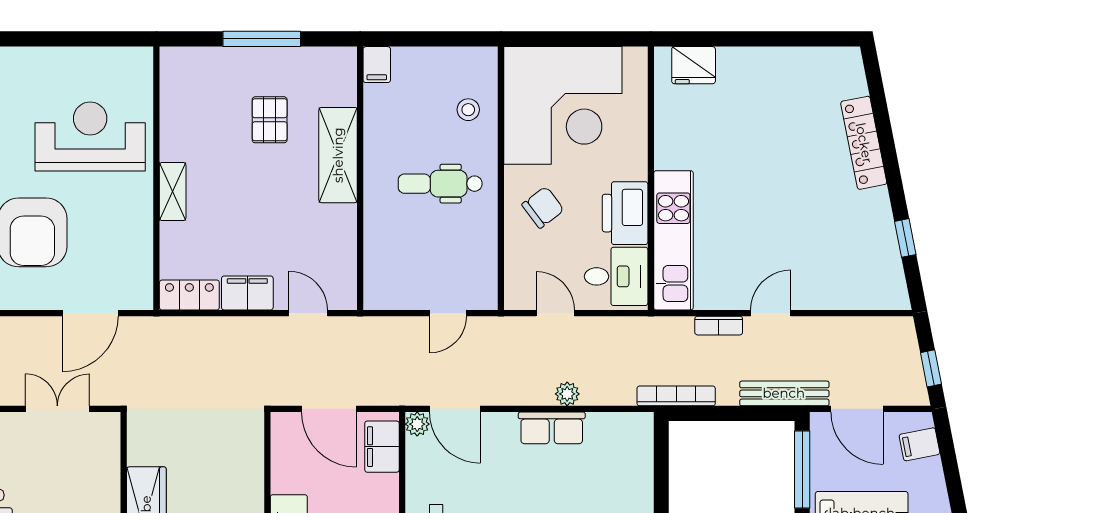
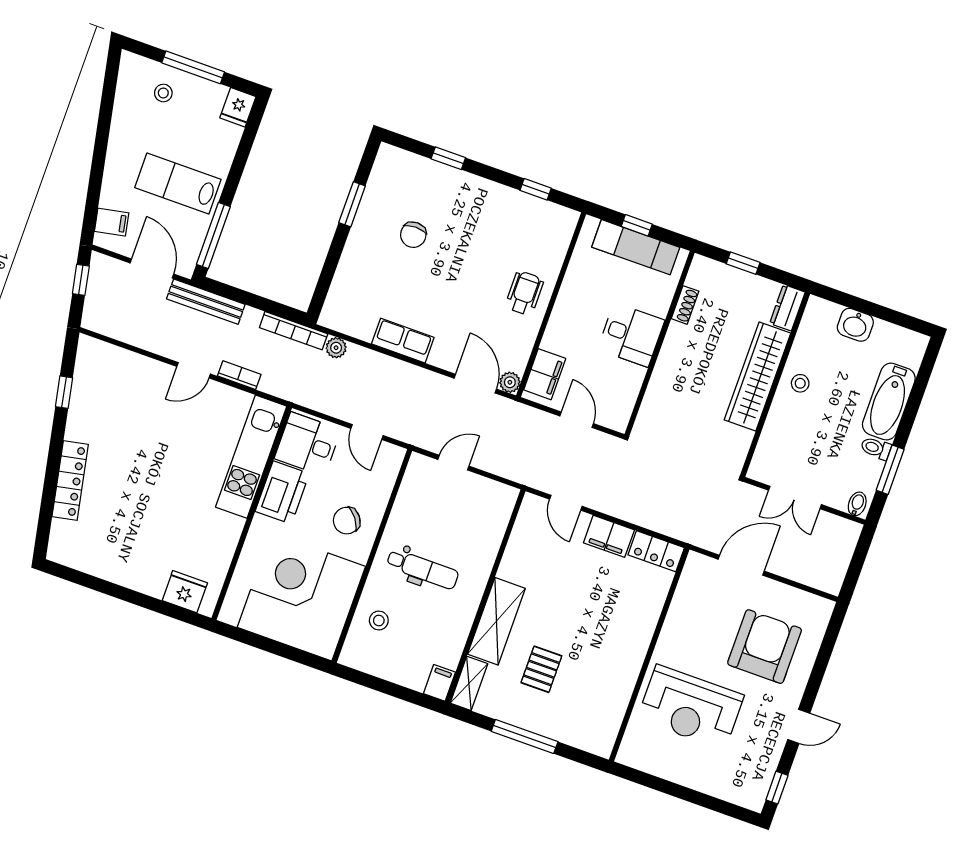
shelving: (173, 191) -> (469, 683), moved
plant: (567, 394) -> (336, 348), moved
door: (329, 409) -> (577, 420), width x0.73

